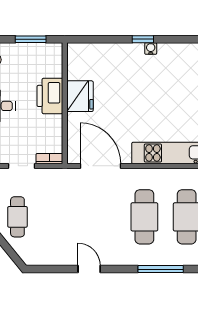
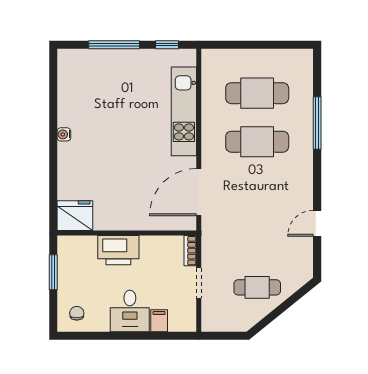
window: (143, 39) -> (53, 144), removed
fridge: (80, 96) -> (75, 216), moved
door: (89, 269) -> (317, 223), moved

